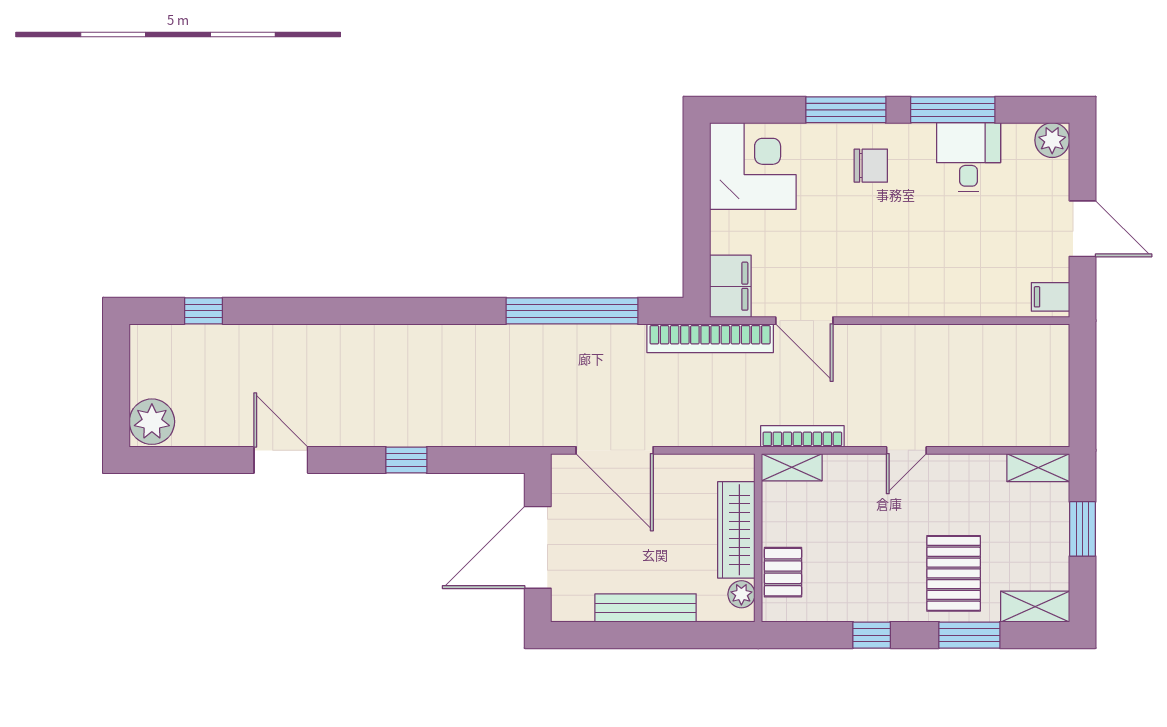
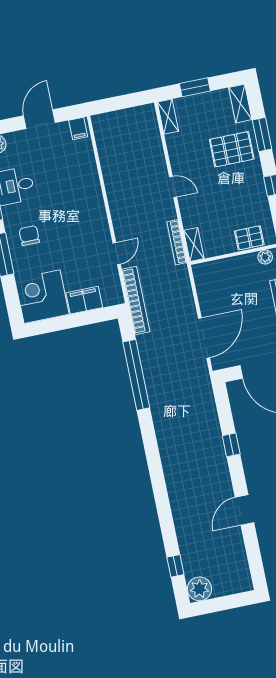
filing cabinet: (730, 286) -> (84, 300), moved
door: (804, 321) -> (117, 254), width x0.73
plant: (152, 422) -> (199, 589), moved
wardrobe: (736, 530) -> (232, 267), removed

